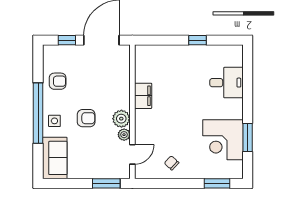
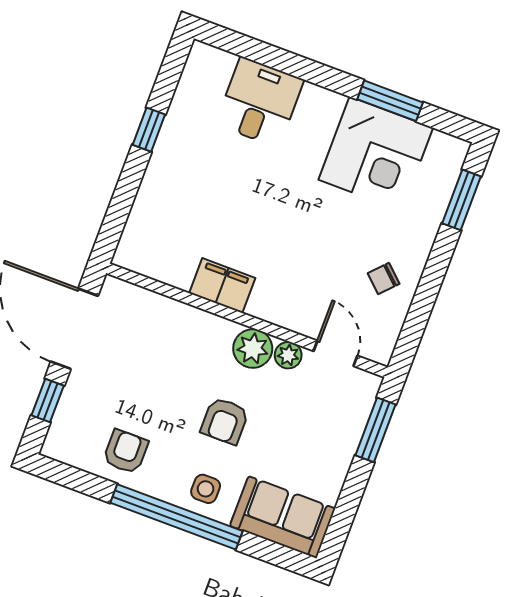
armchair: (86, 118) -> (225, 421), turned 180

